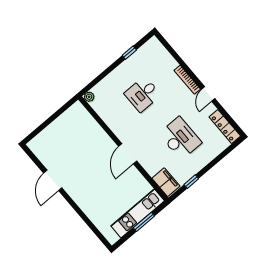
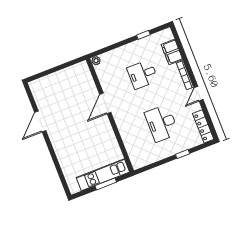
desk: (180, 138) -> (162, 123), turned 180
door: (128, 154) -> (105, 103), moved
filing cabinet: (166, 182) -> (172, 52), moved, turned 180
window: (191, 182) -> (183, 154), moved

